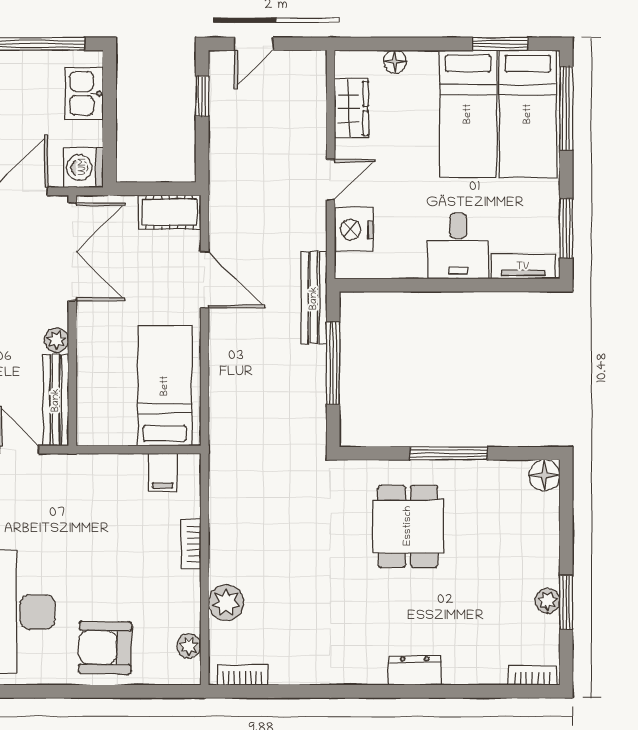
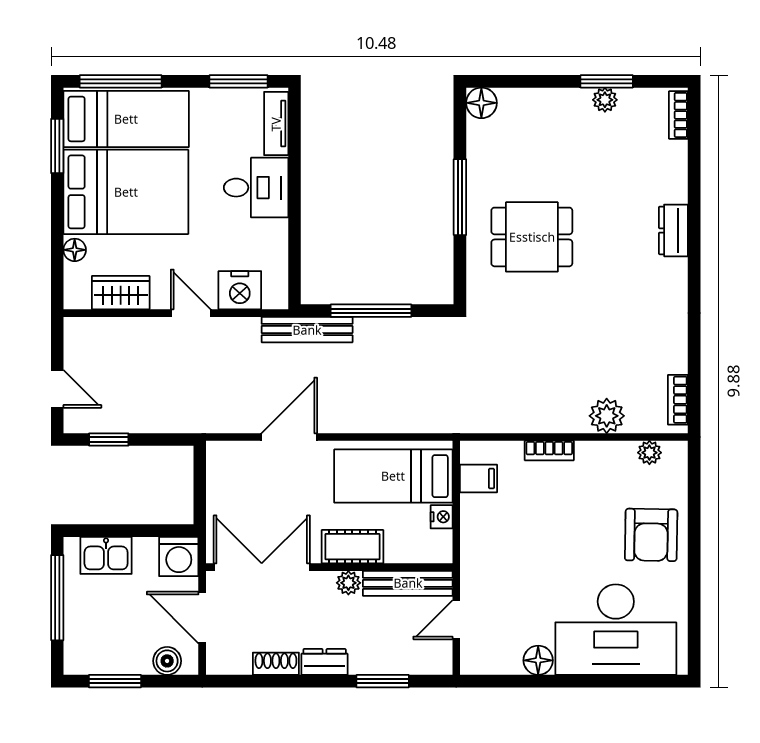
bed: (468, 114) -> (126, 192), width x1.50
cot: (170, 212) -> (352, 547), moved, turned 90
nightstand: (123, 435) -> (442, 517), added

